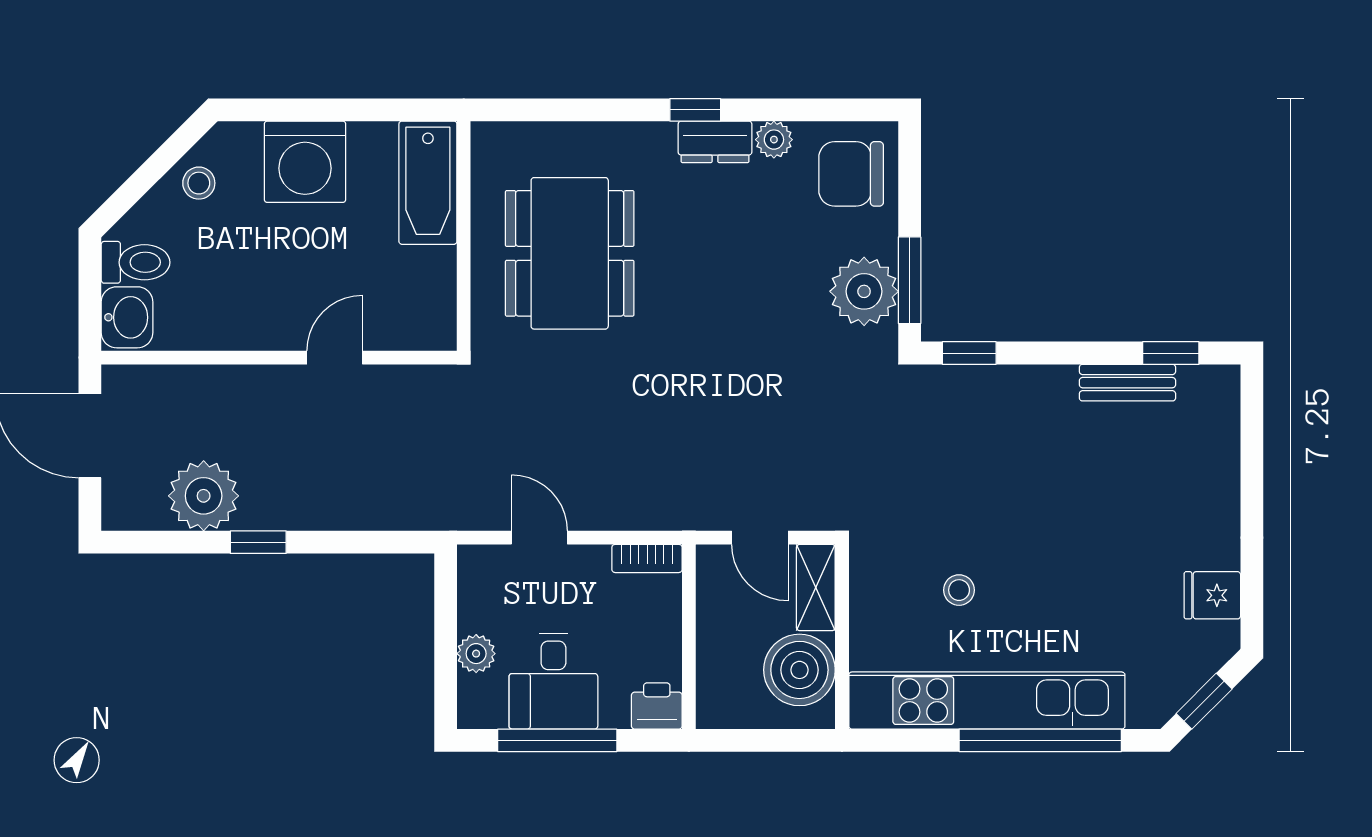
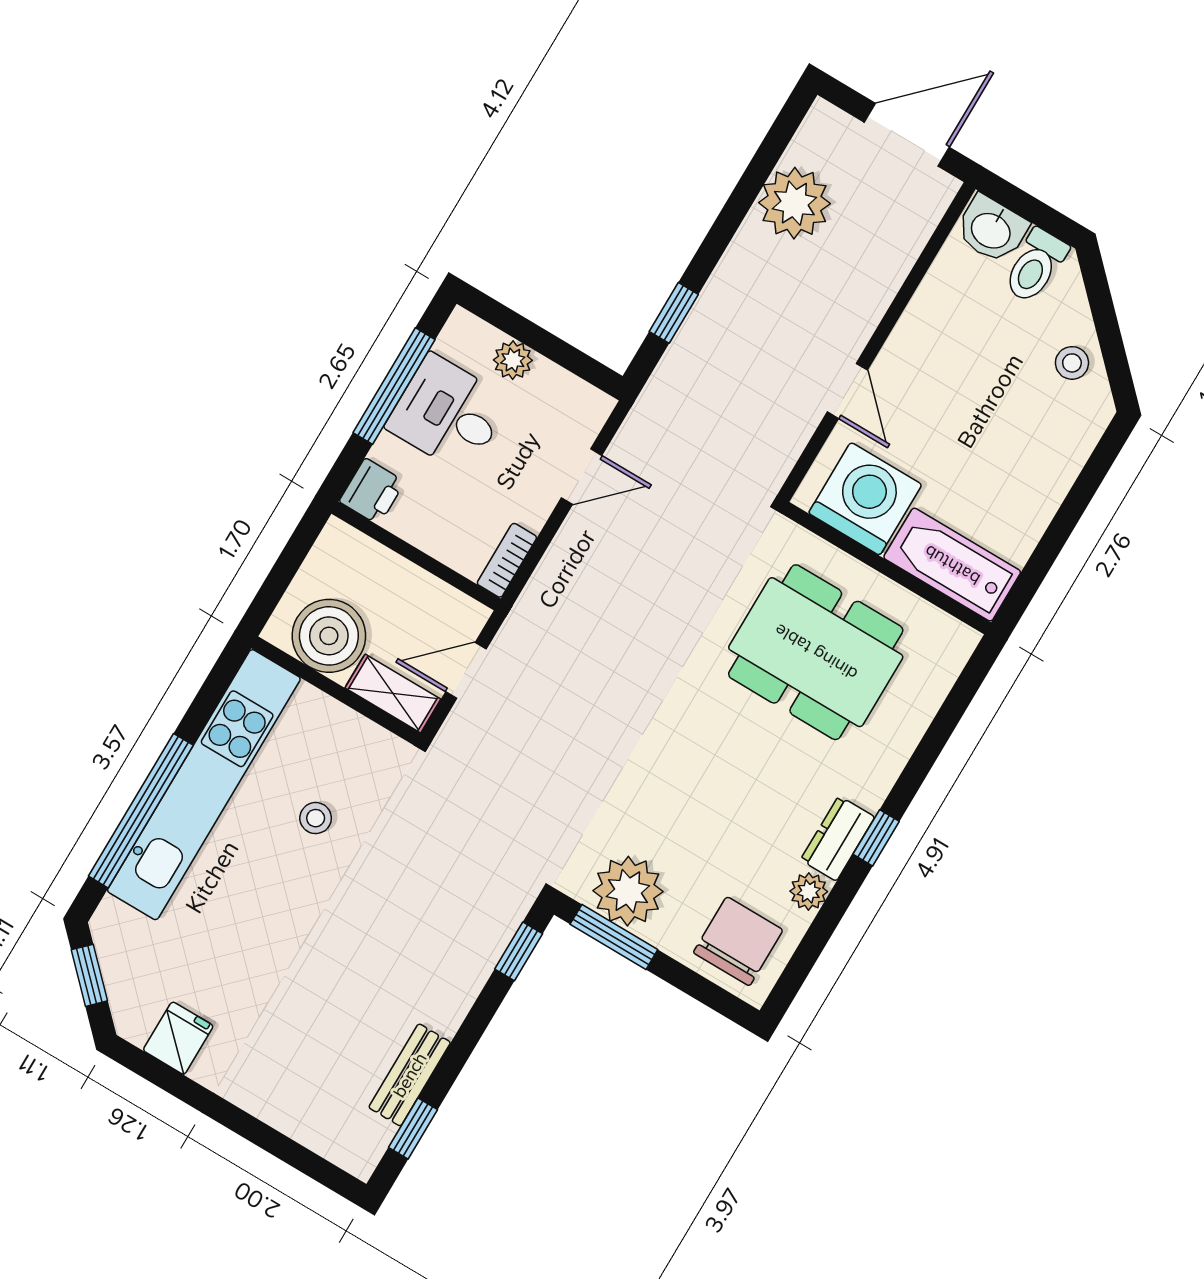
washing machine: (305, 162) -> (865, 499), moved, turned 90
window: (258, 542) -> (674, 313), moved

